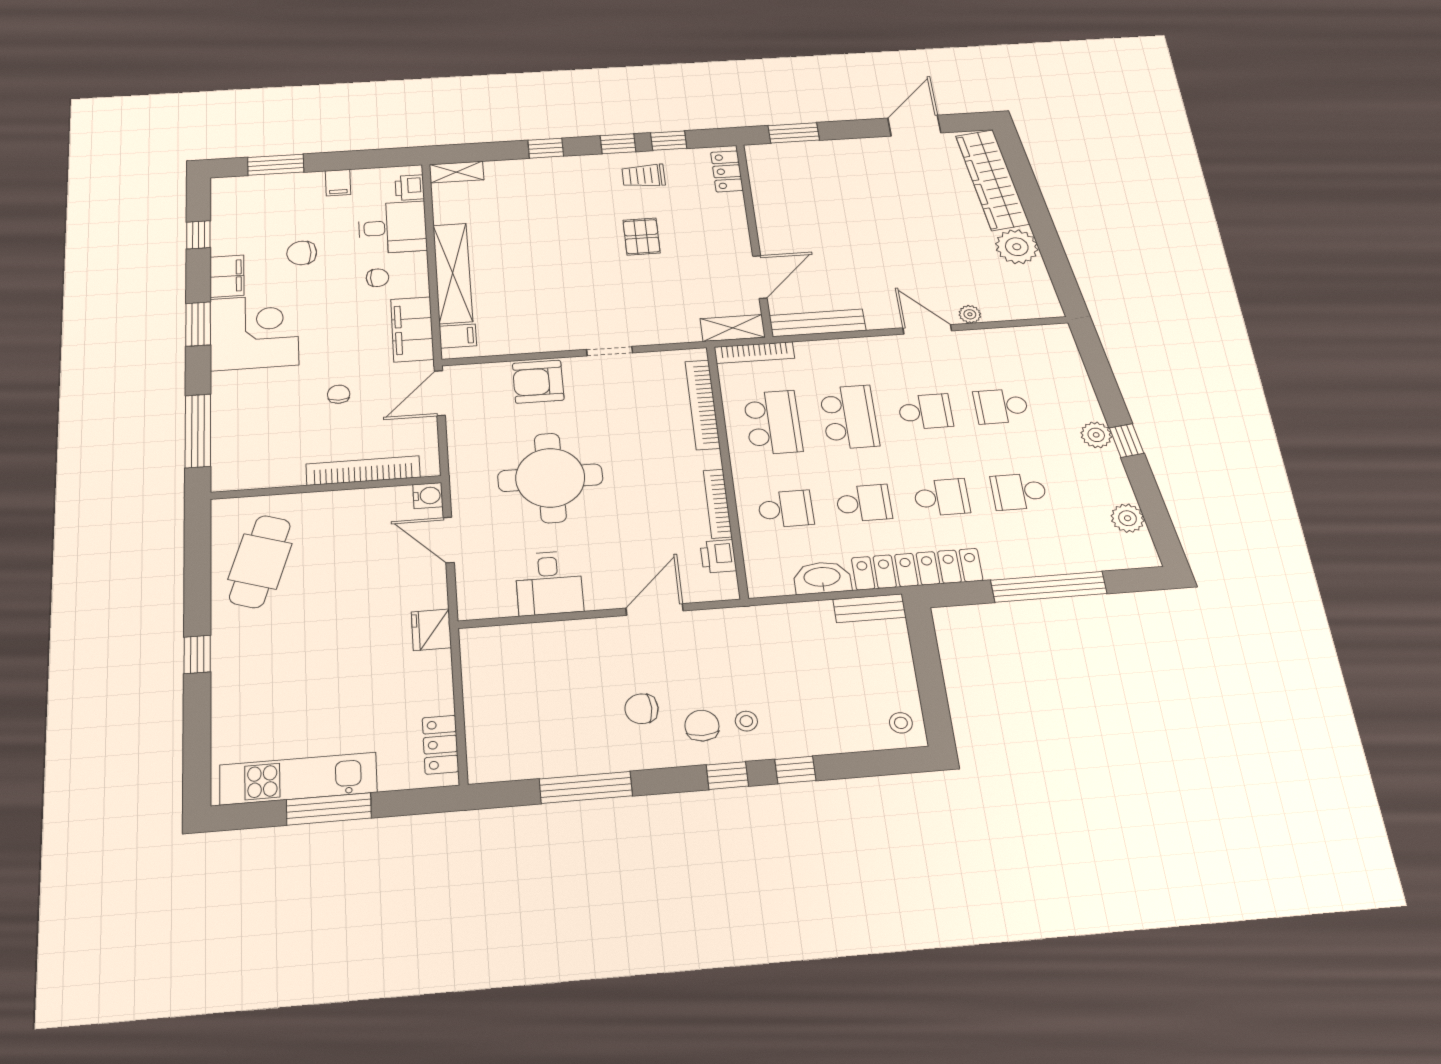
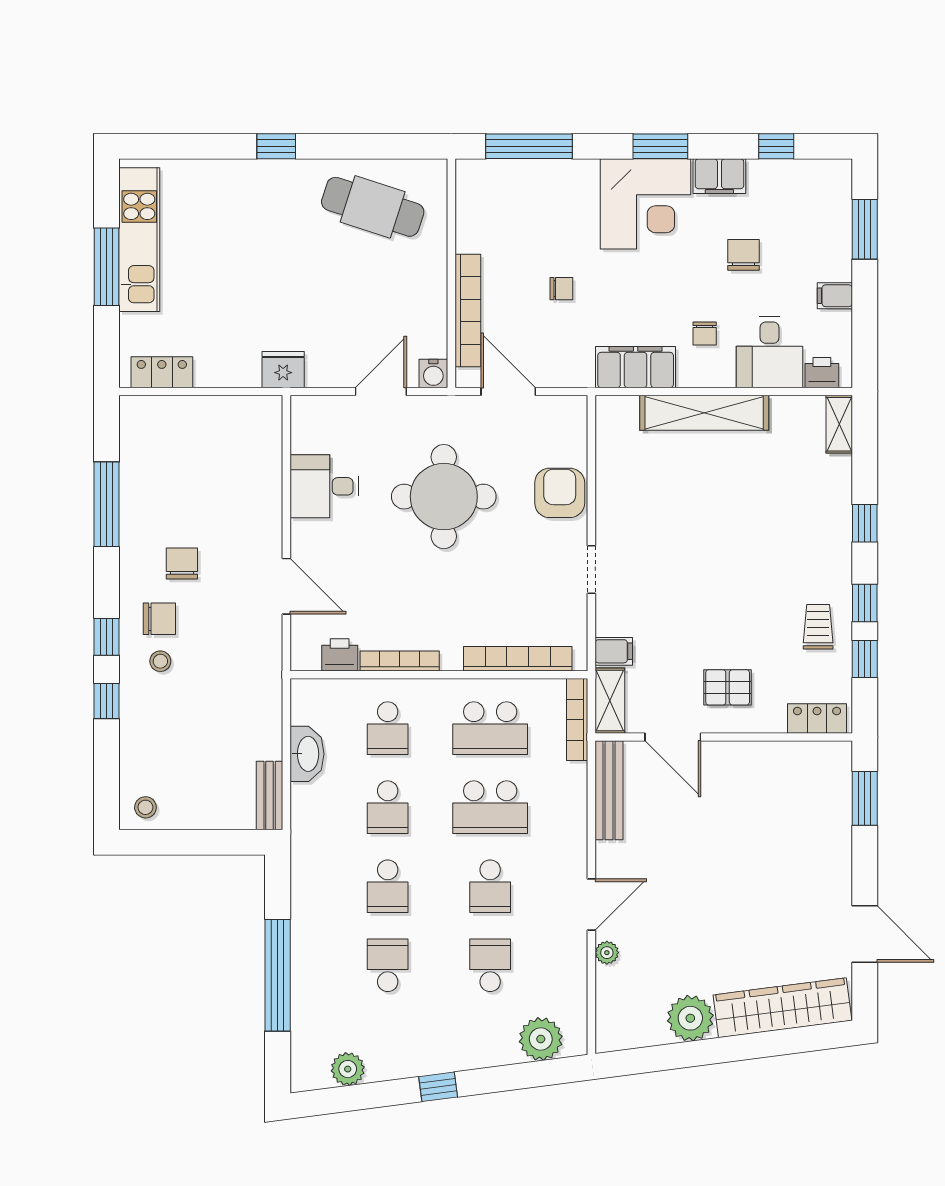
pallet: (642, 237) -> (728, 687), moved
filing cabinet: (458, 336) -> (614, 651), moved, turned -90
door: (440, 393) -> (508, 391), moved
plant: (1096, 435) -> (541, 1039), moved, width x1.36, depth x1.36
locker: (917, 569) -> (308, 849), removed

